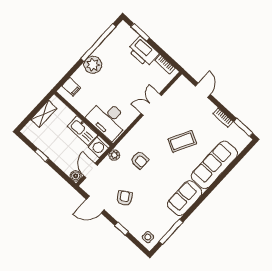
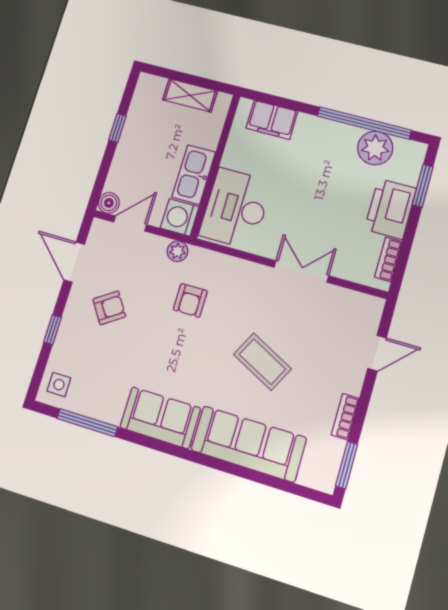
plant: (93, 65) -> (375, 148), moved
filing cabinet: (71, 87) -> (272, 120), width x2.00

